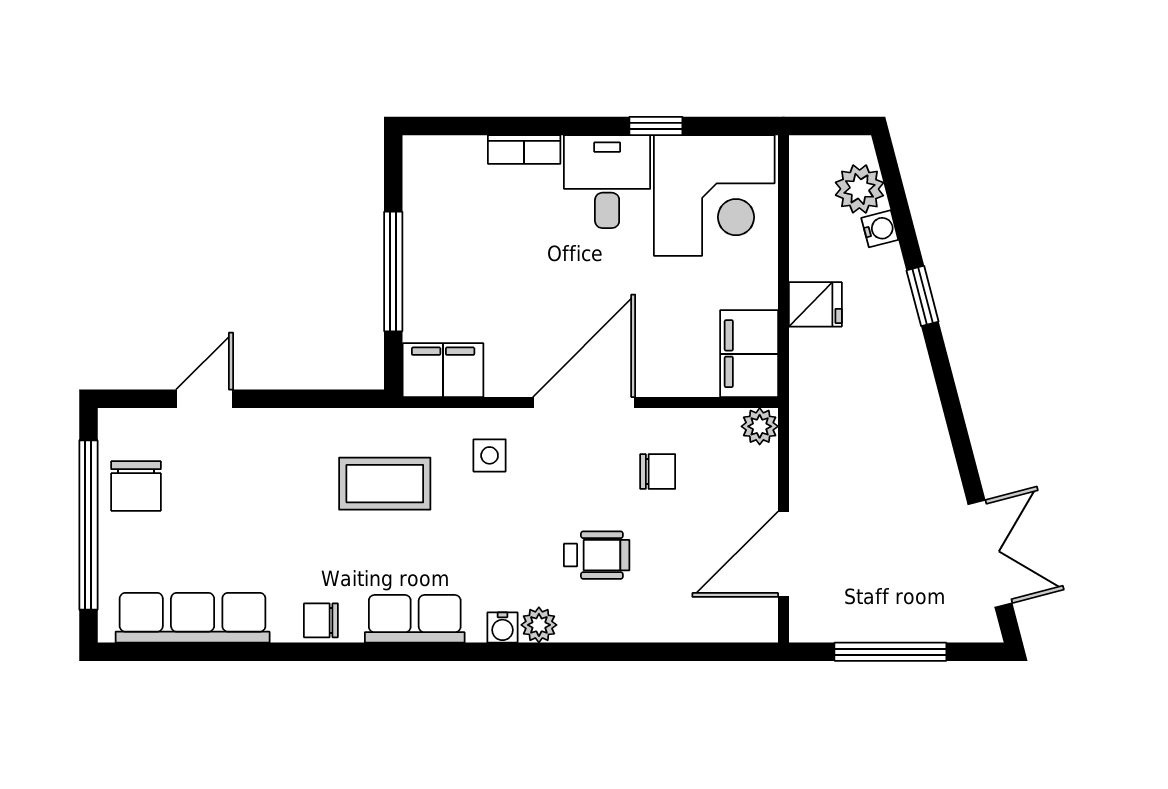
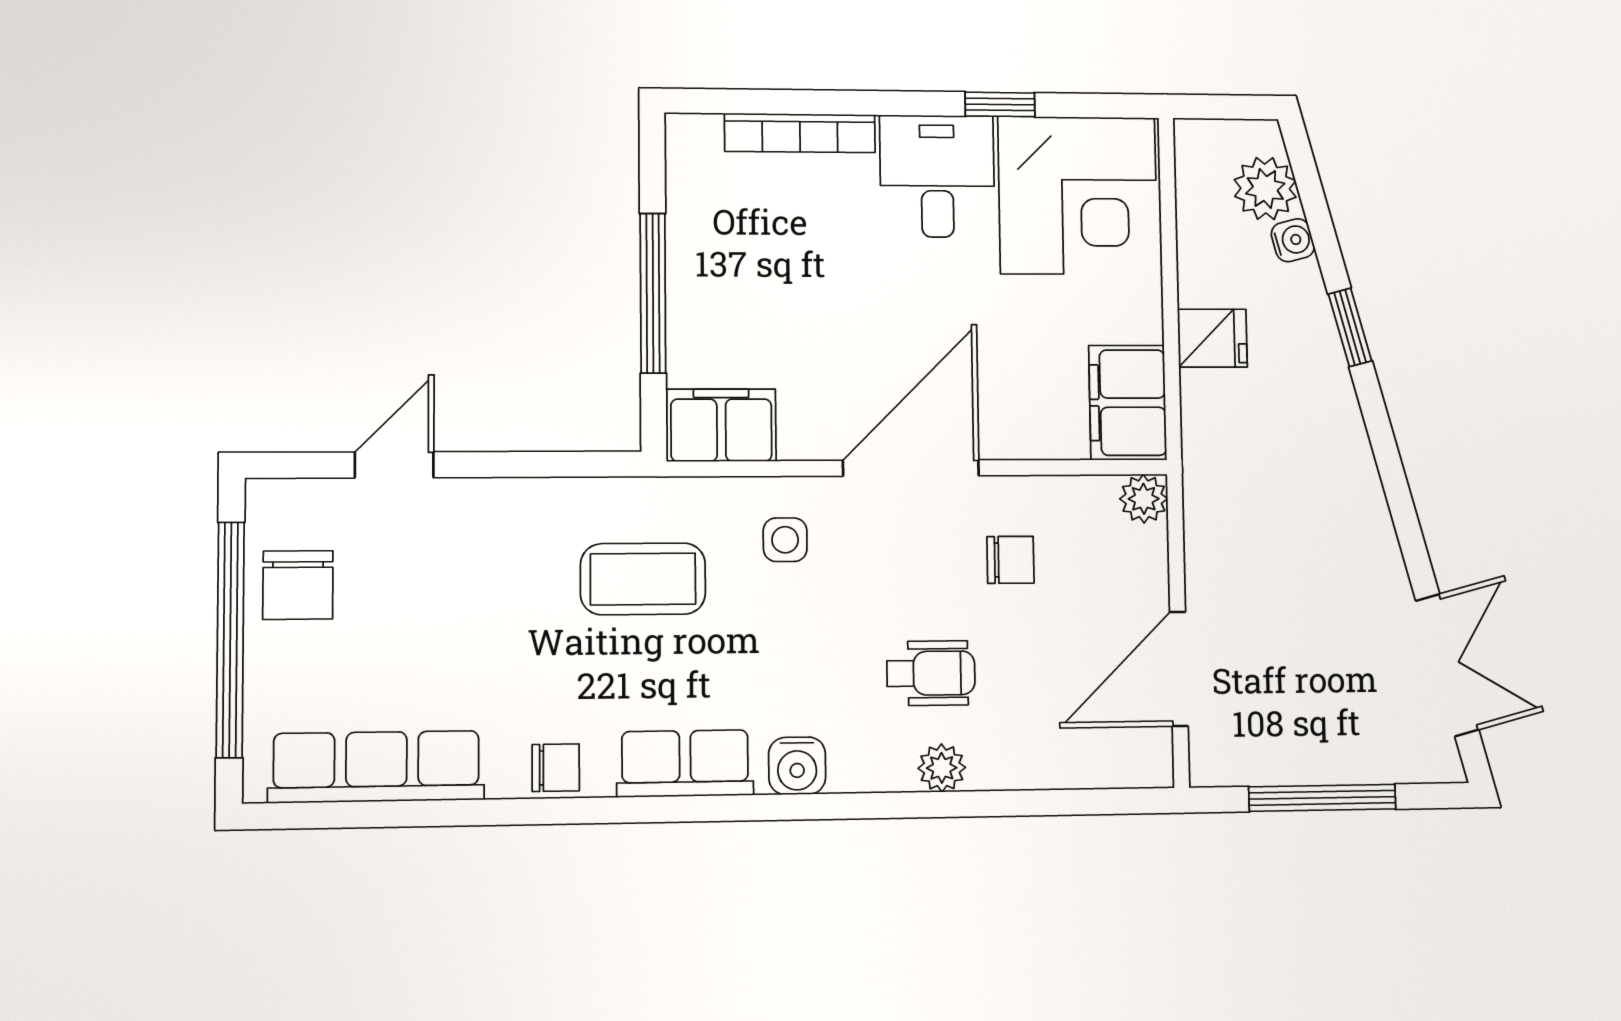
bookcase: (524, 149) -> (800, 133), width x1.56
chair: (321, 620) -> (556, 768), turned 180
plant: (539, 625) -> (942, 768), moved
water cooler: (502, 628) -> (797, 766), width x1.38, depth x1.38

